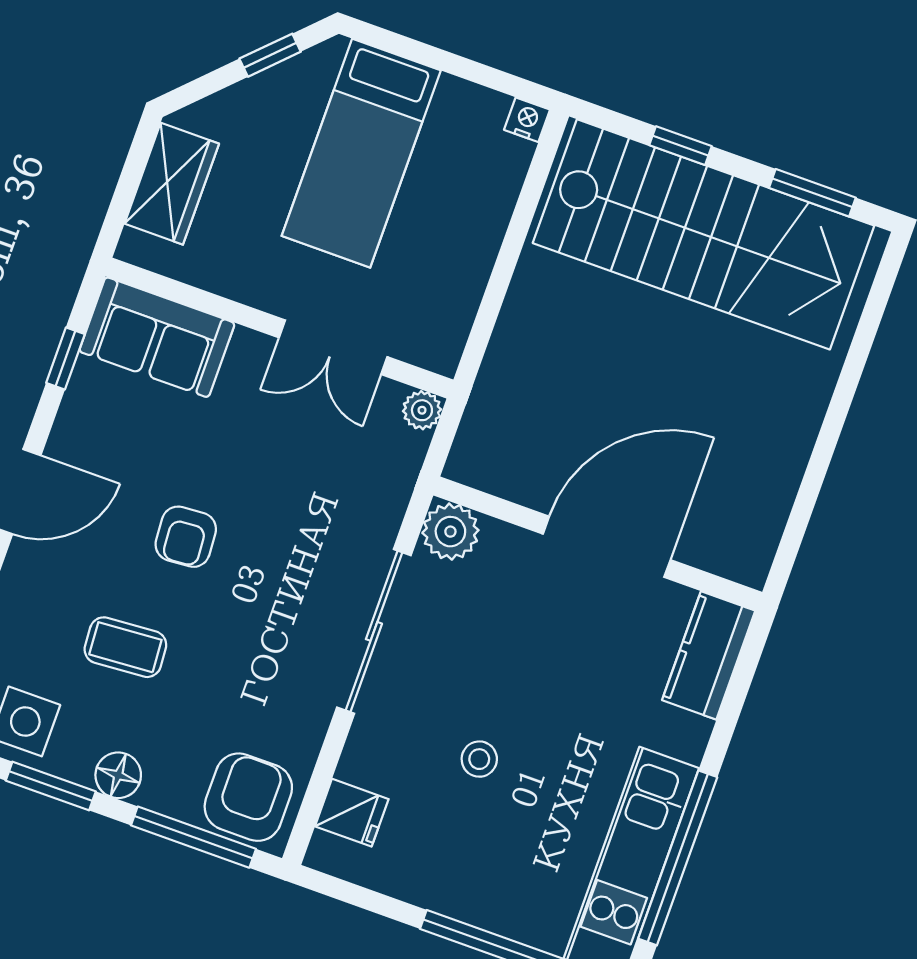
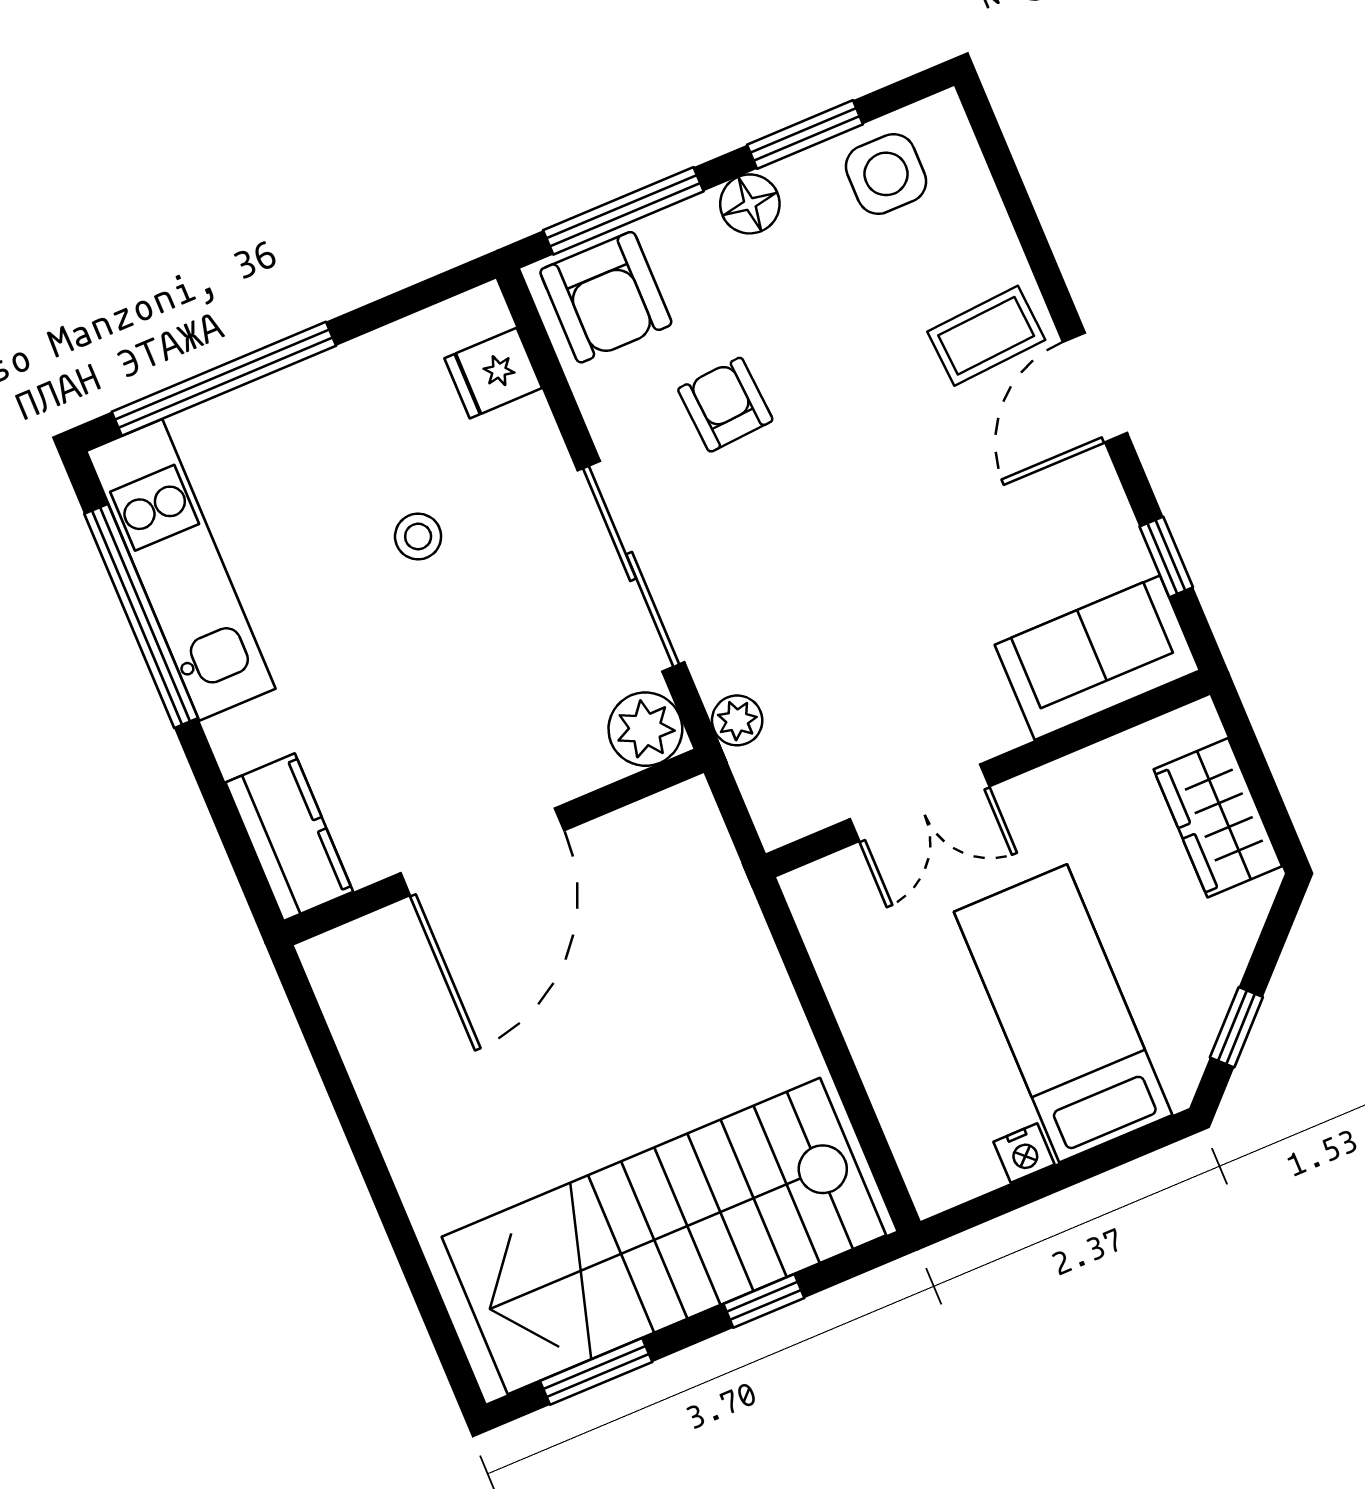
nightstand: (527, 120) -> (1024, 1153), moved
double door: (333, 347) -> (920, 803), swing flipped
plant: (422, 410) -> (737, 720), moved
armchair: (186, 537) -> (725, 405), moved
coffee table: (125, 647) -> (986, 336), moved

